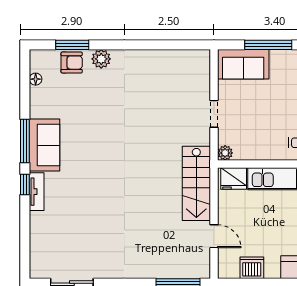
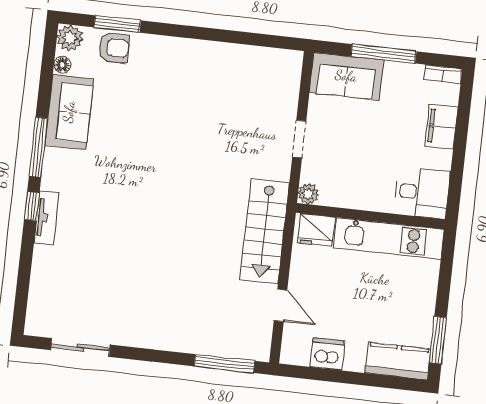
plant: (101, 59) -> (70, 38), moved
sofa: (45, 145) -> (69, 112), moved

